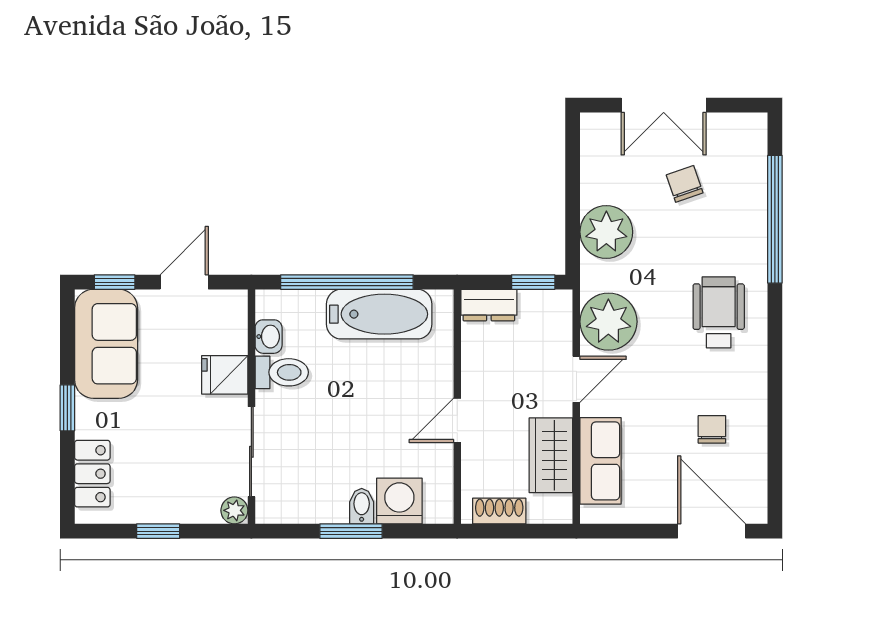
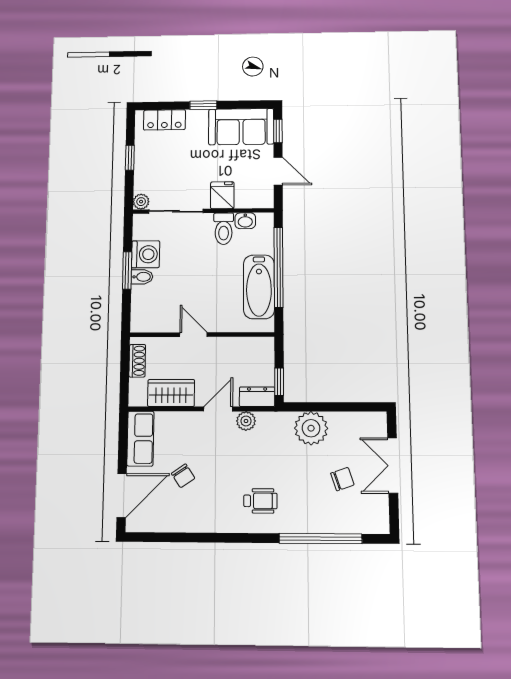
dresser: (489, 305) -> (257, 397), moved, turned 90
wheelchair: (719, 312) -> (260, 501), width x0.73, depth x0.73
plant: (608, 322) -> (246, 421), width x0.53, depth x0.53
door: (576, 379) -> (218, 409), swing flipped
chair: (712, 429) -> (183, 476), moved, turned 56
row of seats: (601, 461) -> (140, 439), moved, turned -90
washing machine: (399, 501) -> (146, 254), moved

